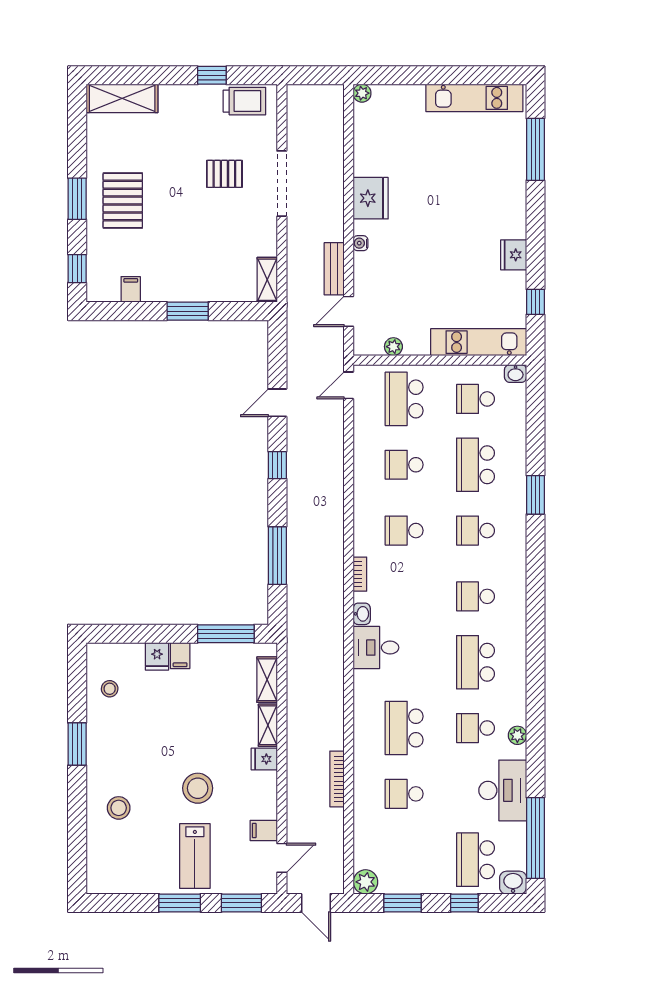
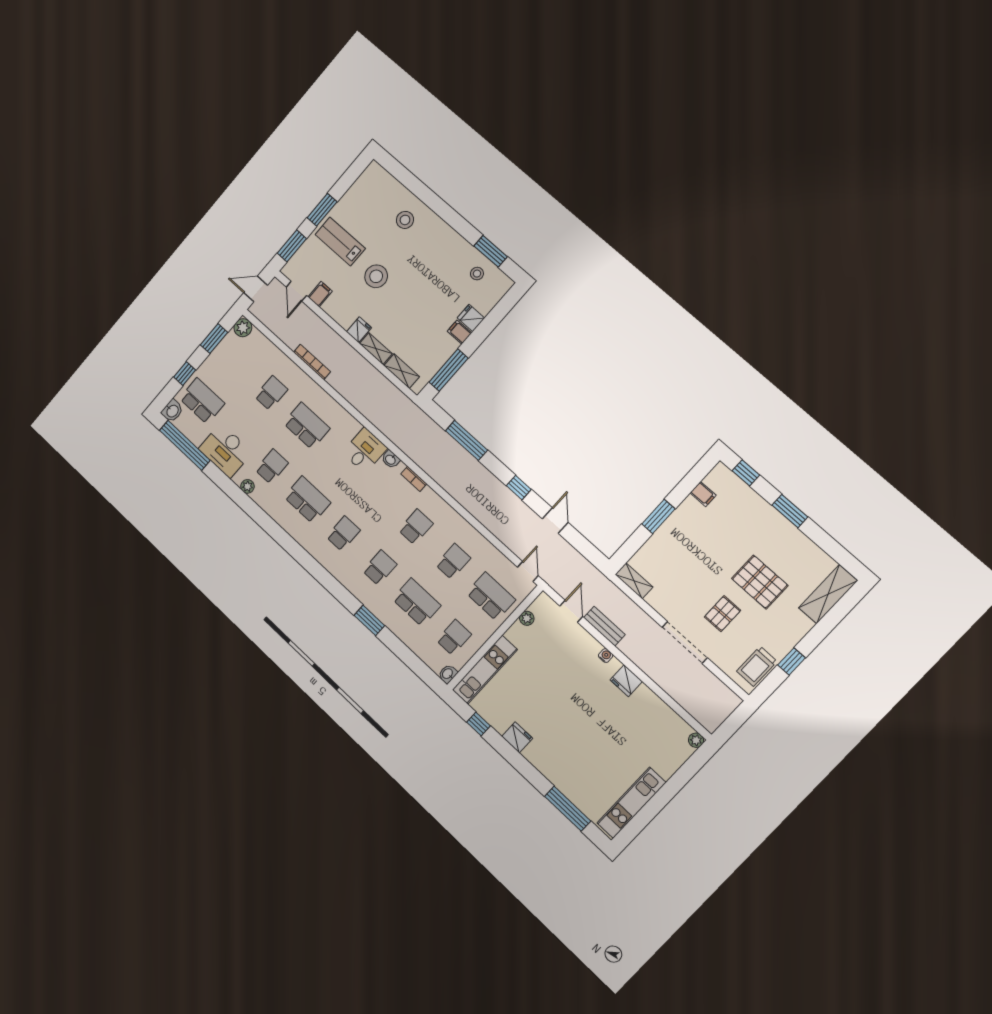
fridge: (371, 198) -> (626, 681), width x0.73, depth x0.75
pallet: (123, 201) -> (760, 582), moved
window: (77, 744) -> (491, 251), moved

